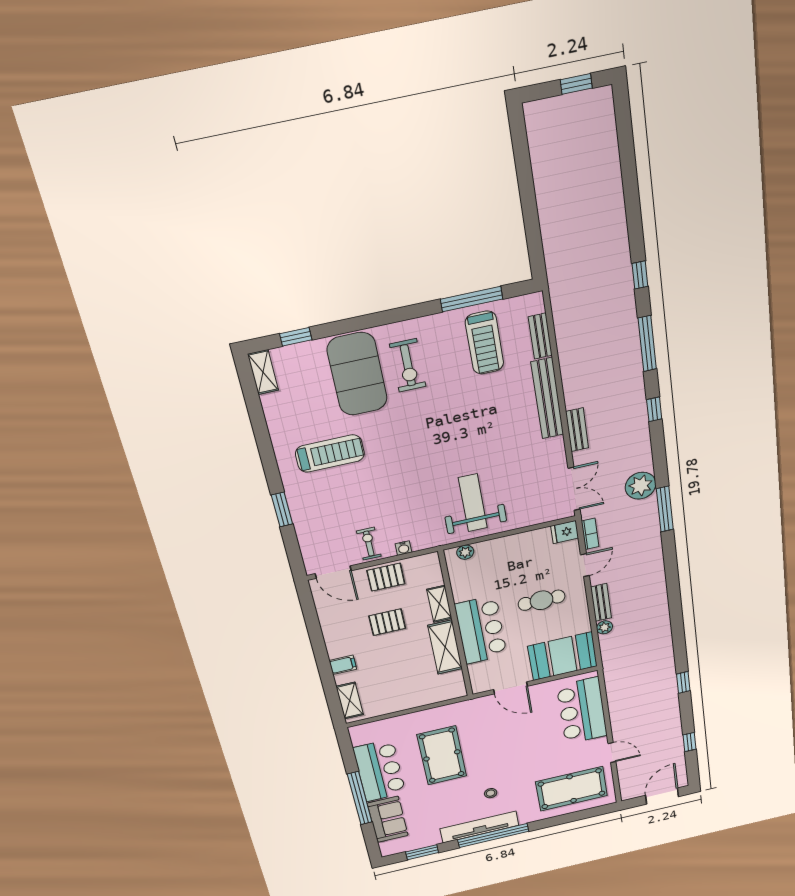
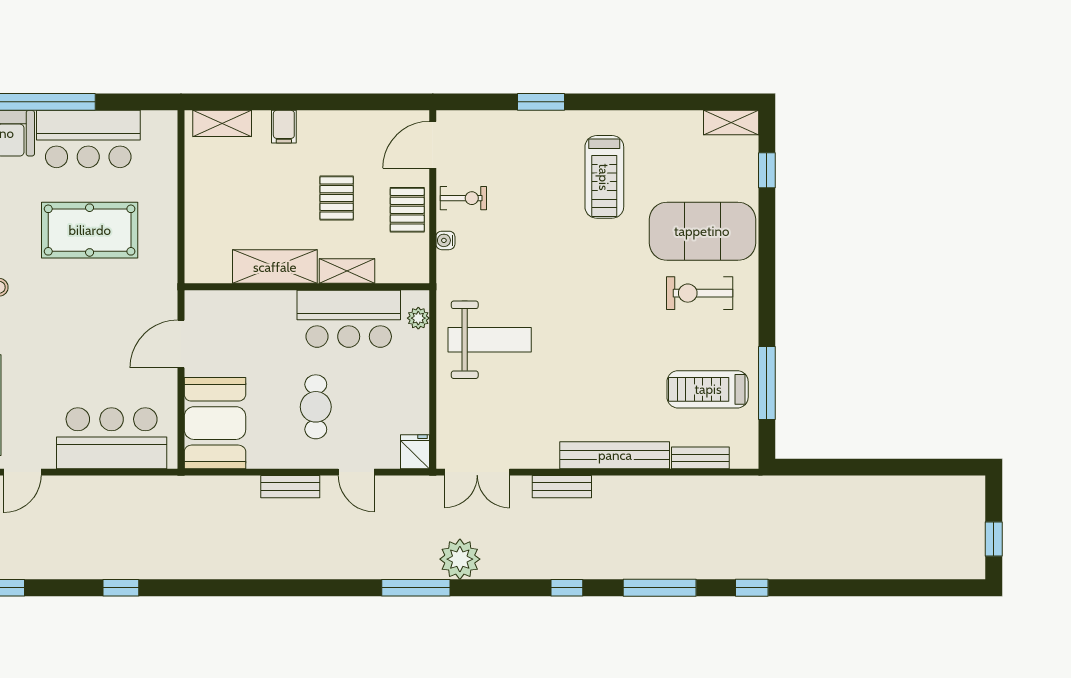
bookcase: (590, 534) -> (403, 485), removed
plant: (604, 627) -> (248, 487), removed
bar counter: (481, 630) -> (349, 319), moved

